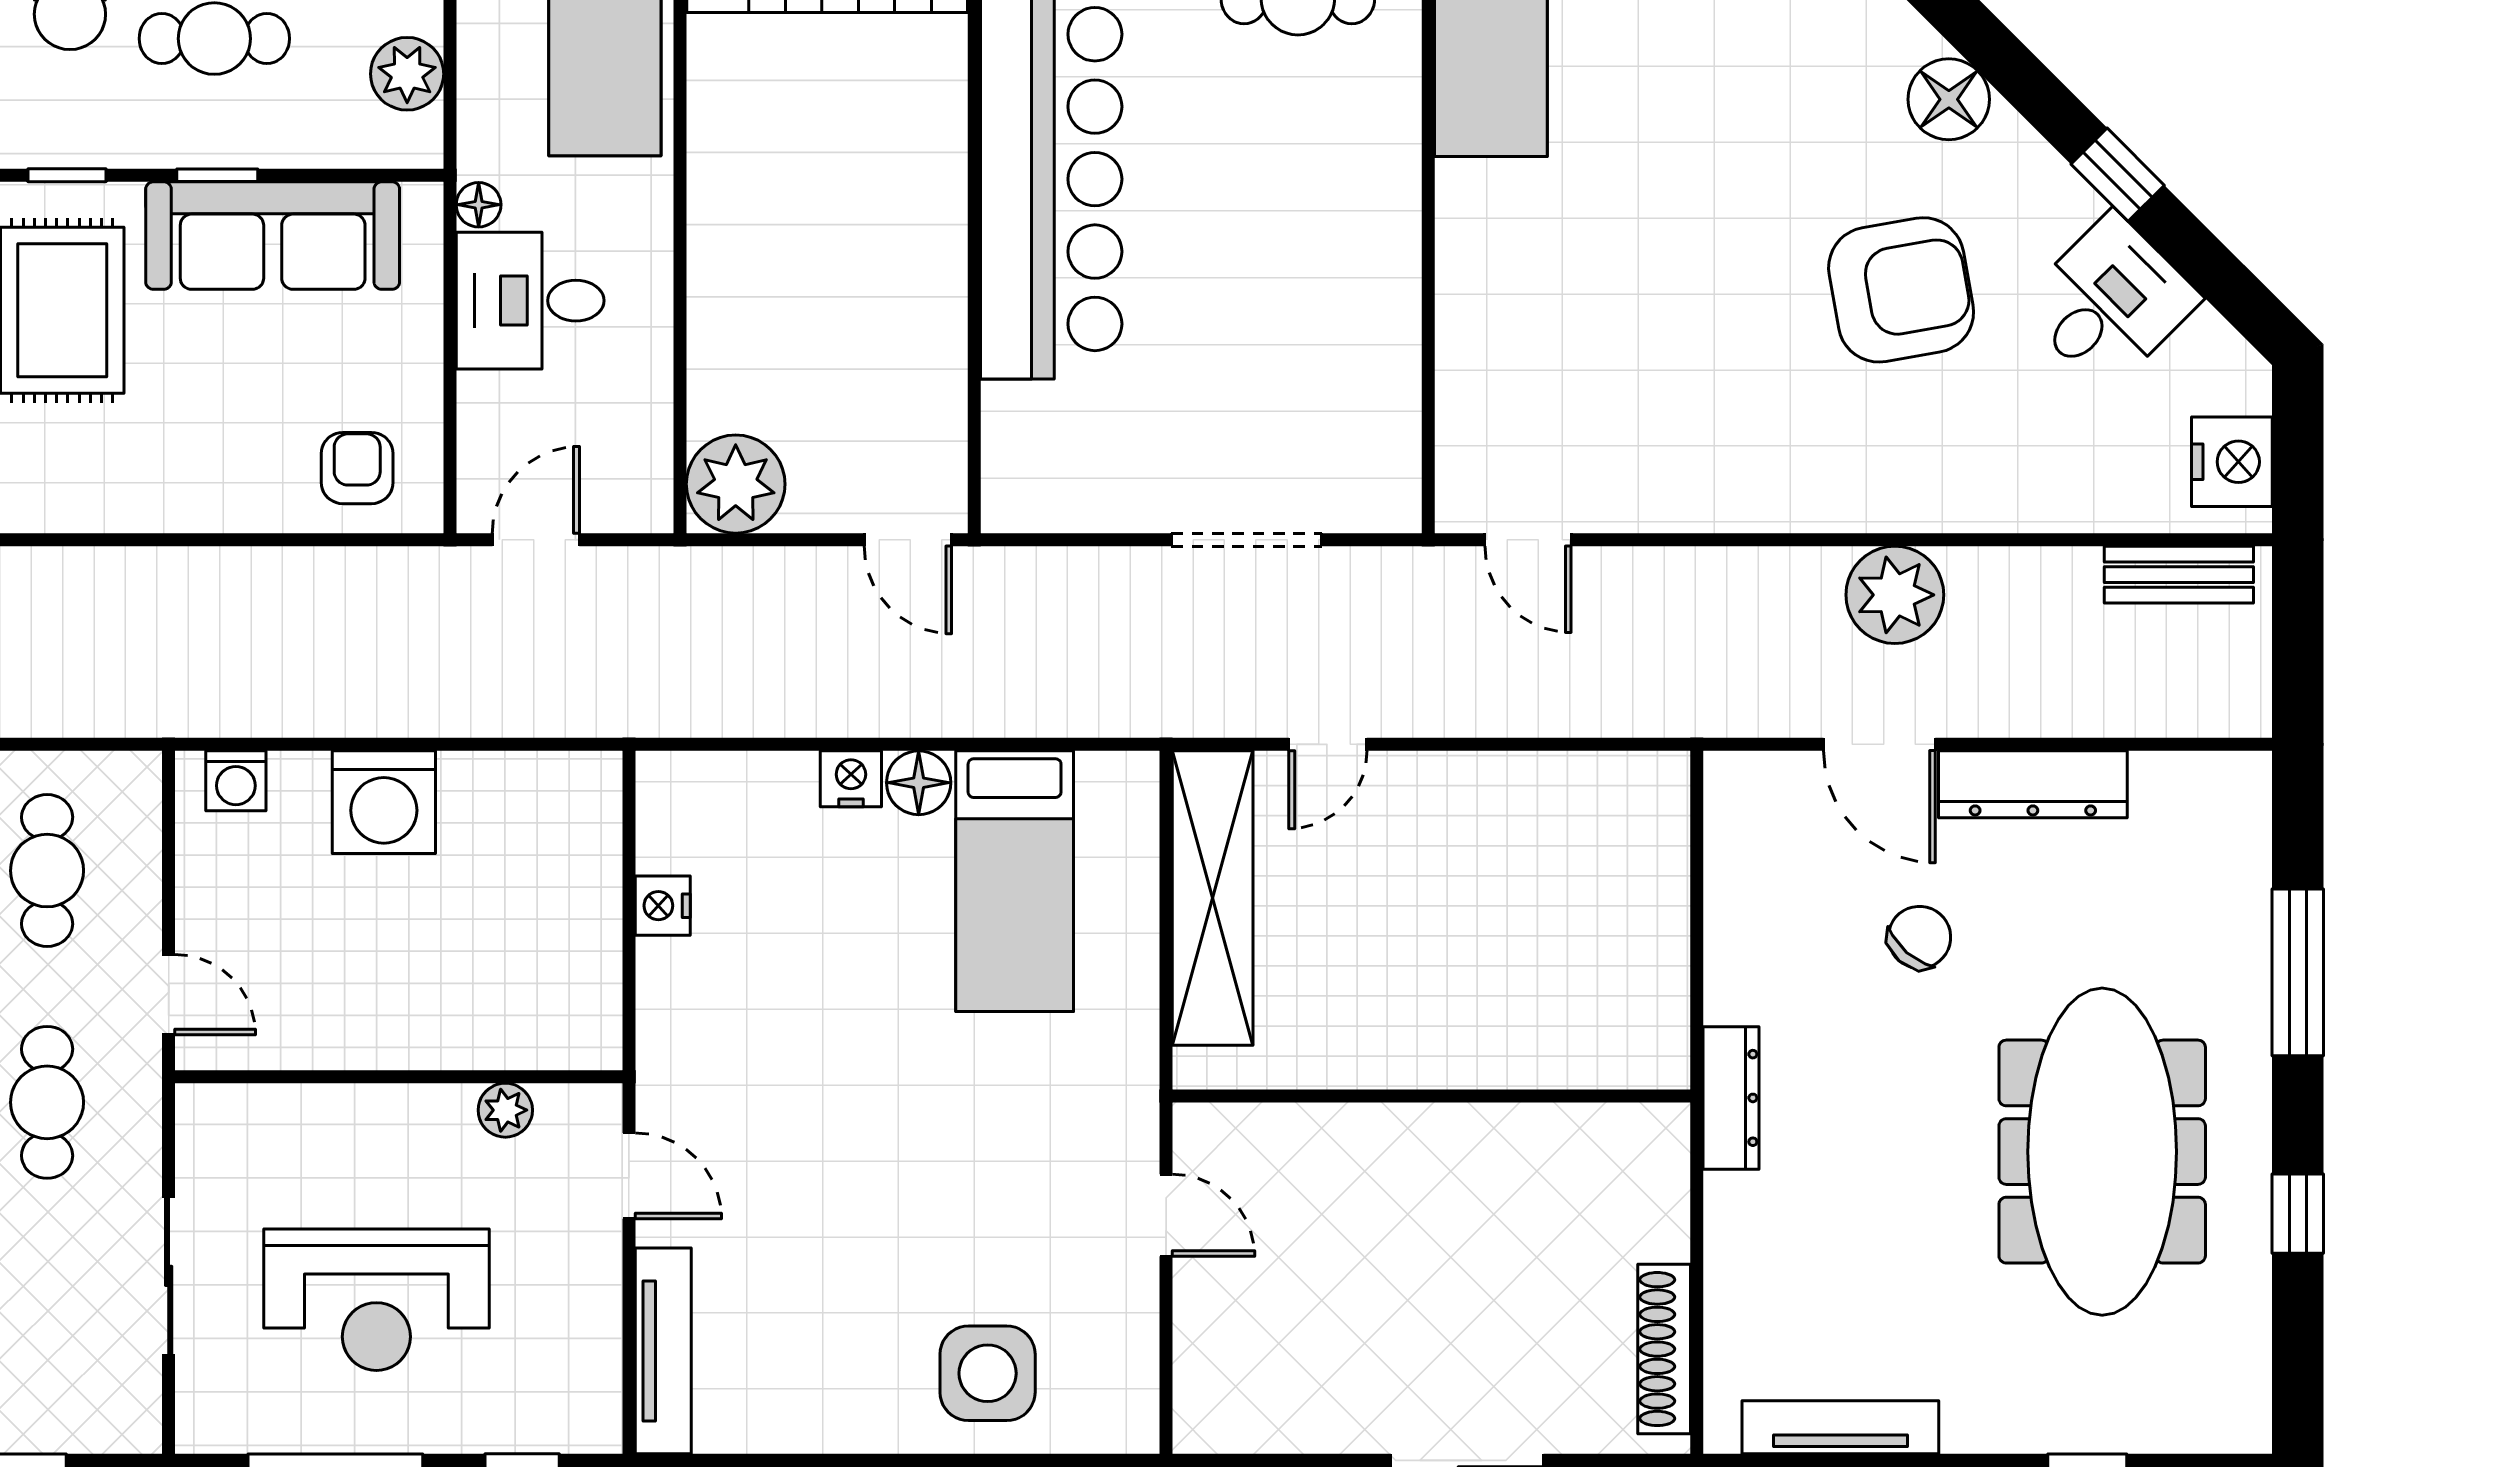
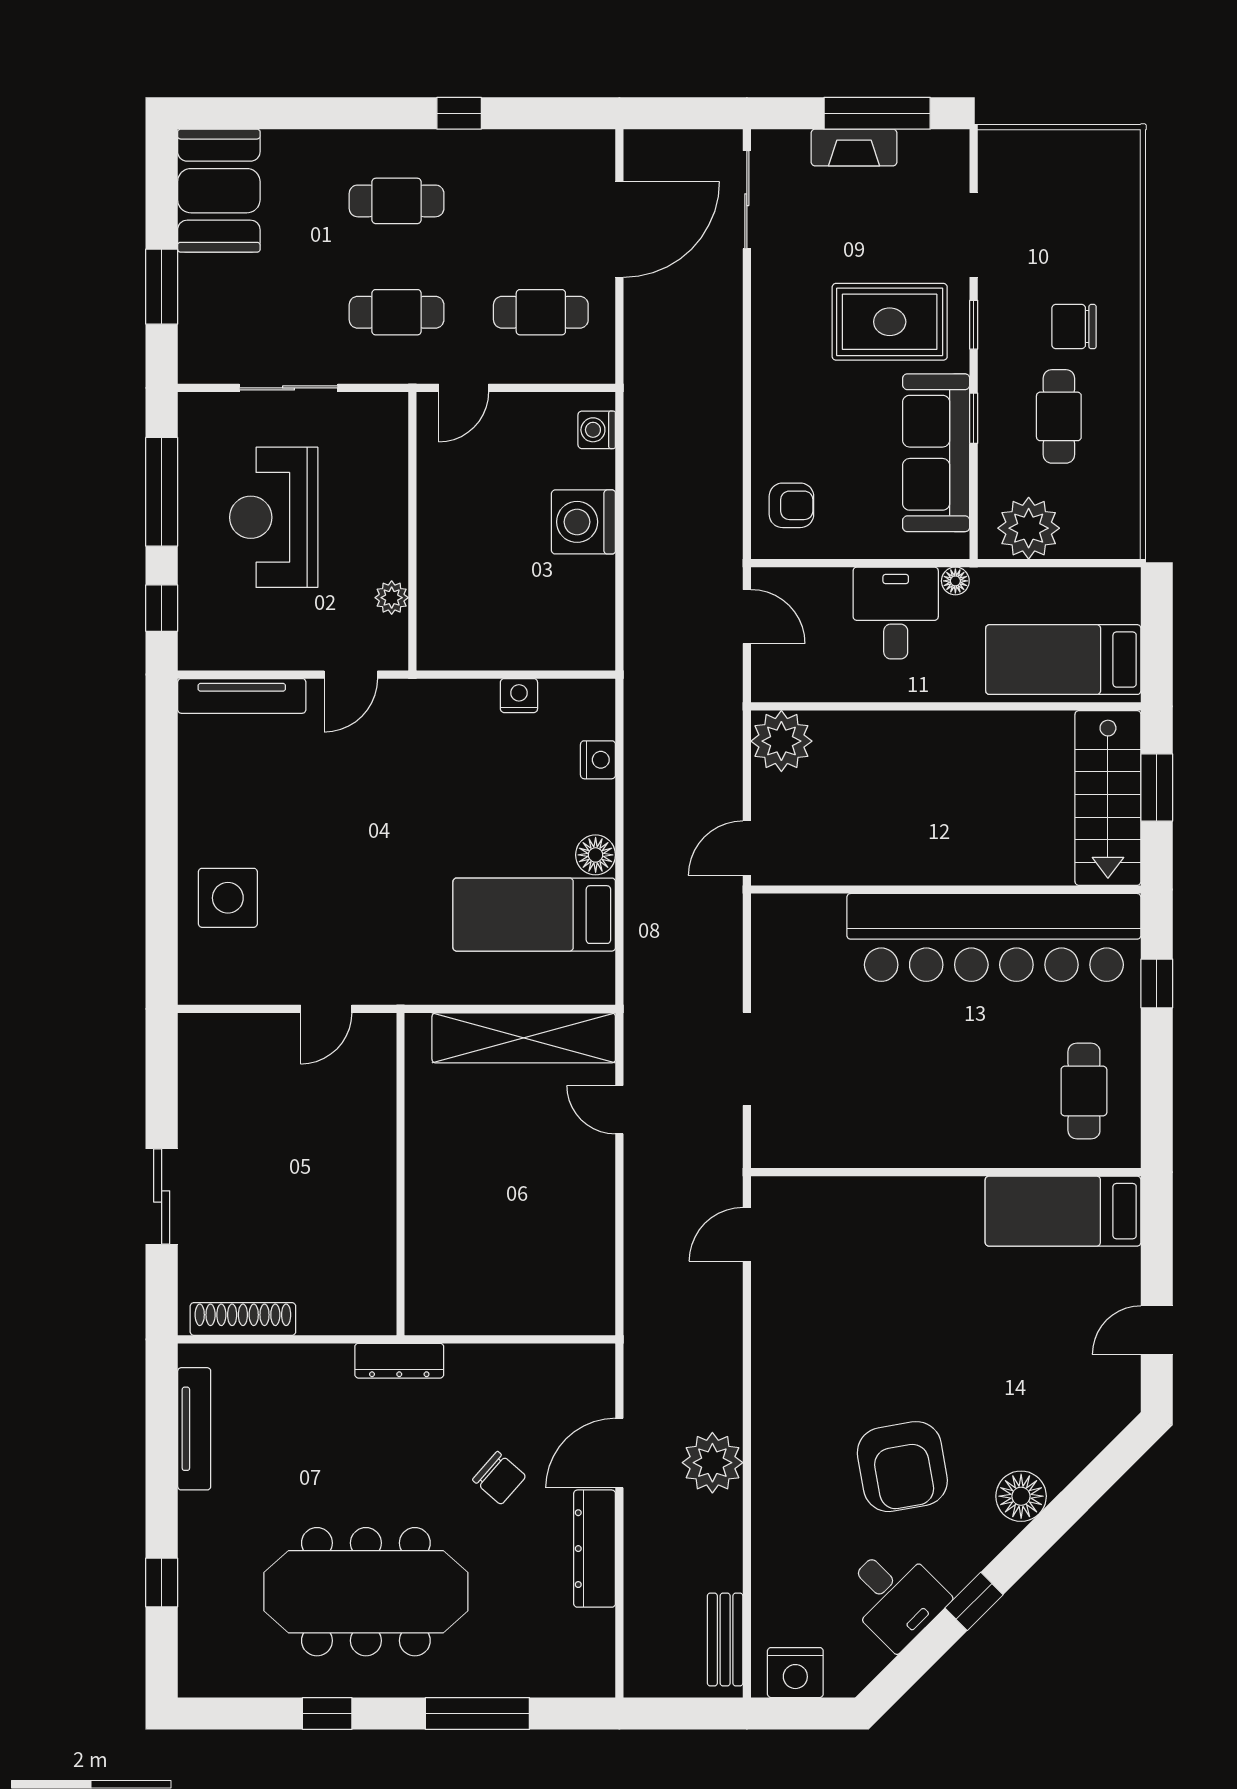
plant: (407, 74) -> (1029, 528), width x1.36, depth x1.36
nightstand: (851, 779) -> (598, 760), moved

